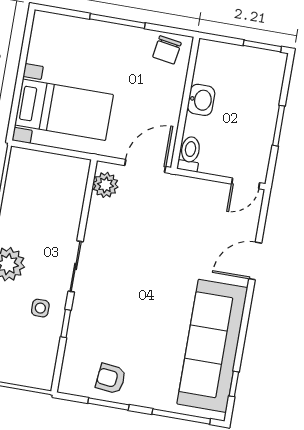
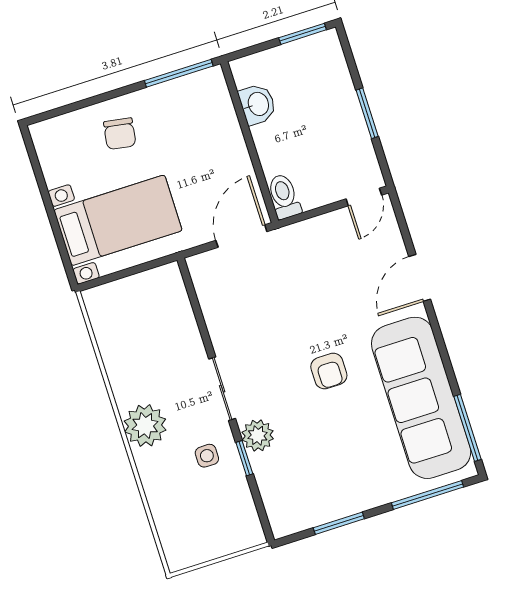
window: (117, 21) -> (179, 73), moved
chair: (167, 50) -> (120, 134), moved
washbasin: (201, 100) -> (257, 104), moved
plant: (105, 185) -> (258, 435), moved
armchair: (111, 379) -> (329, 371), moved, turned -96
window: (234, 384) -> (467, 428), width x2.17

